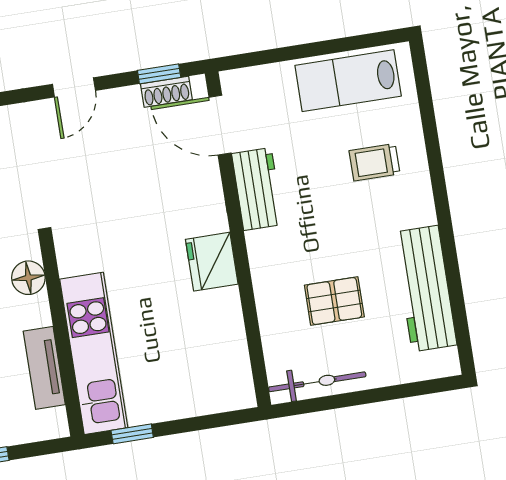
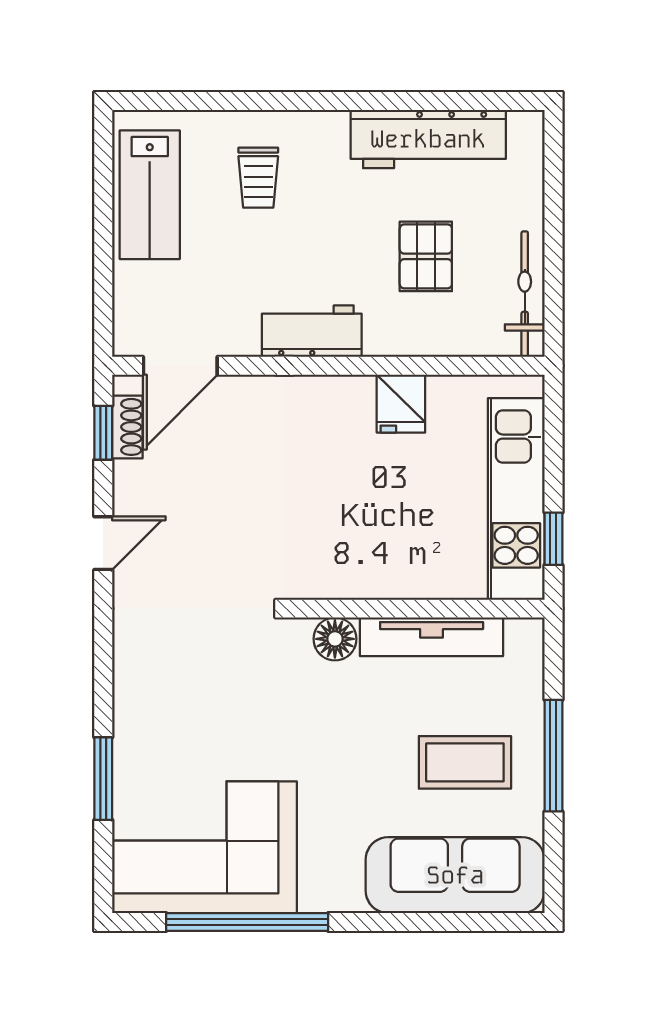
door: (74, 87) -> (103, 543), hinge flipped
workbench: (257, 189) -> (312, 331), moved
fridge: (212, 262) -> (401, 404), moved, width x0.72
kitchen unit: (94, 353) -> (516, 499), moved, turned -90
tv unit: (44, 368) -> (432, 637), width x1.41

